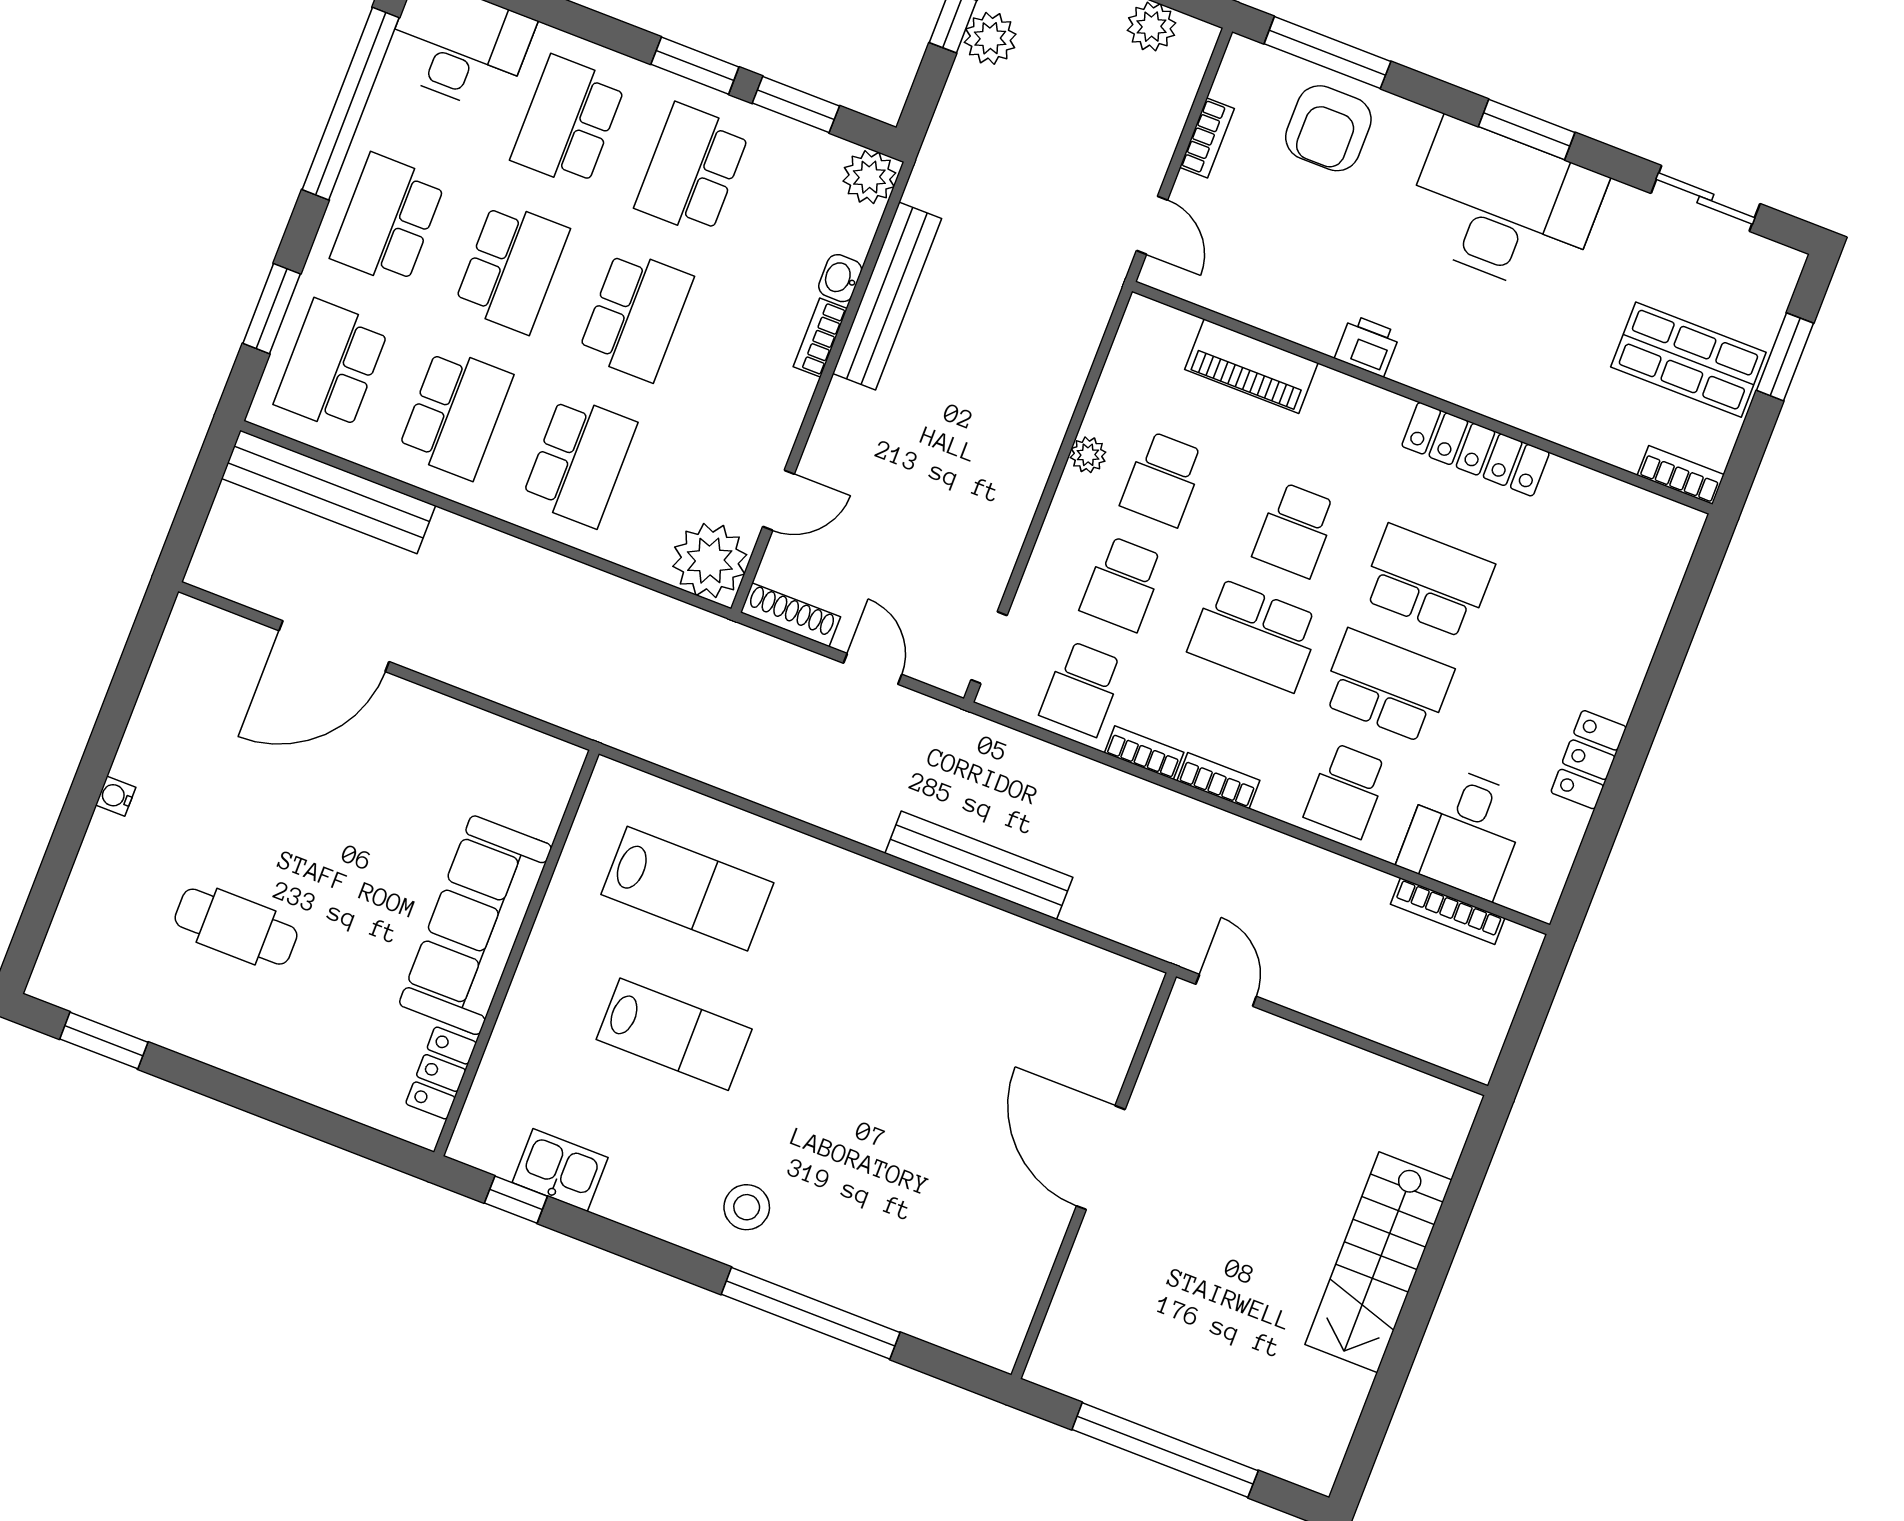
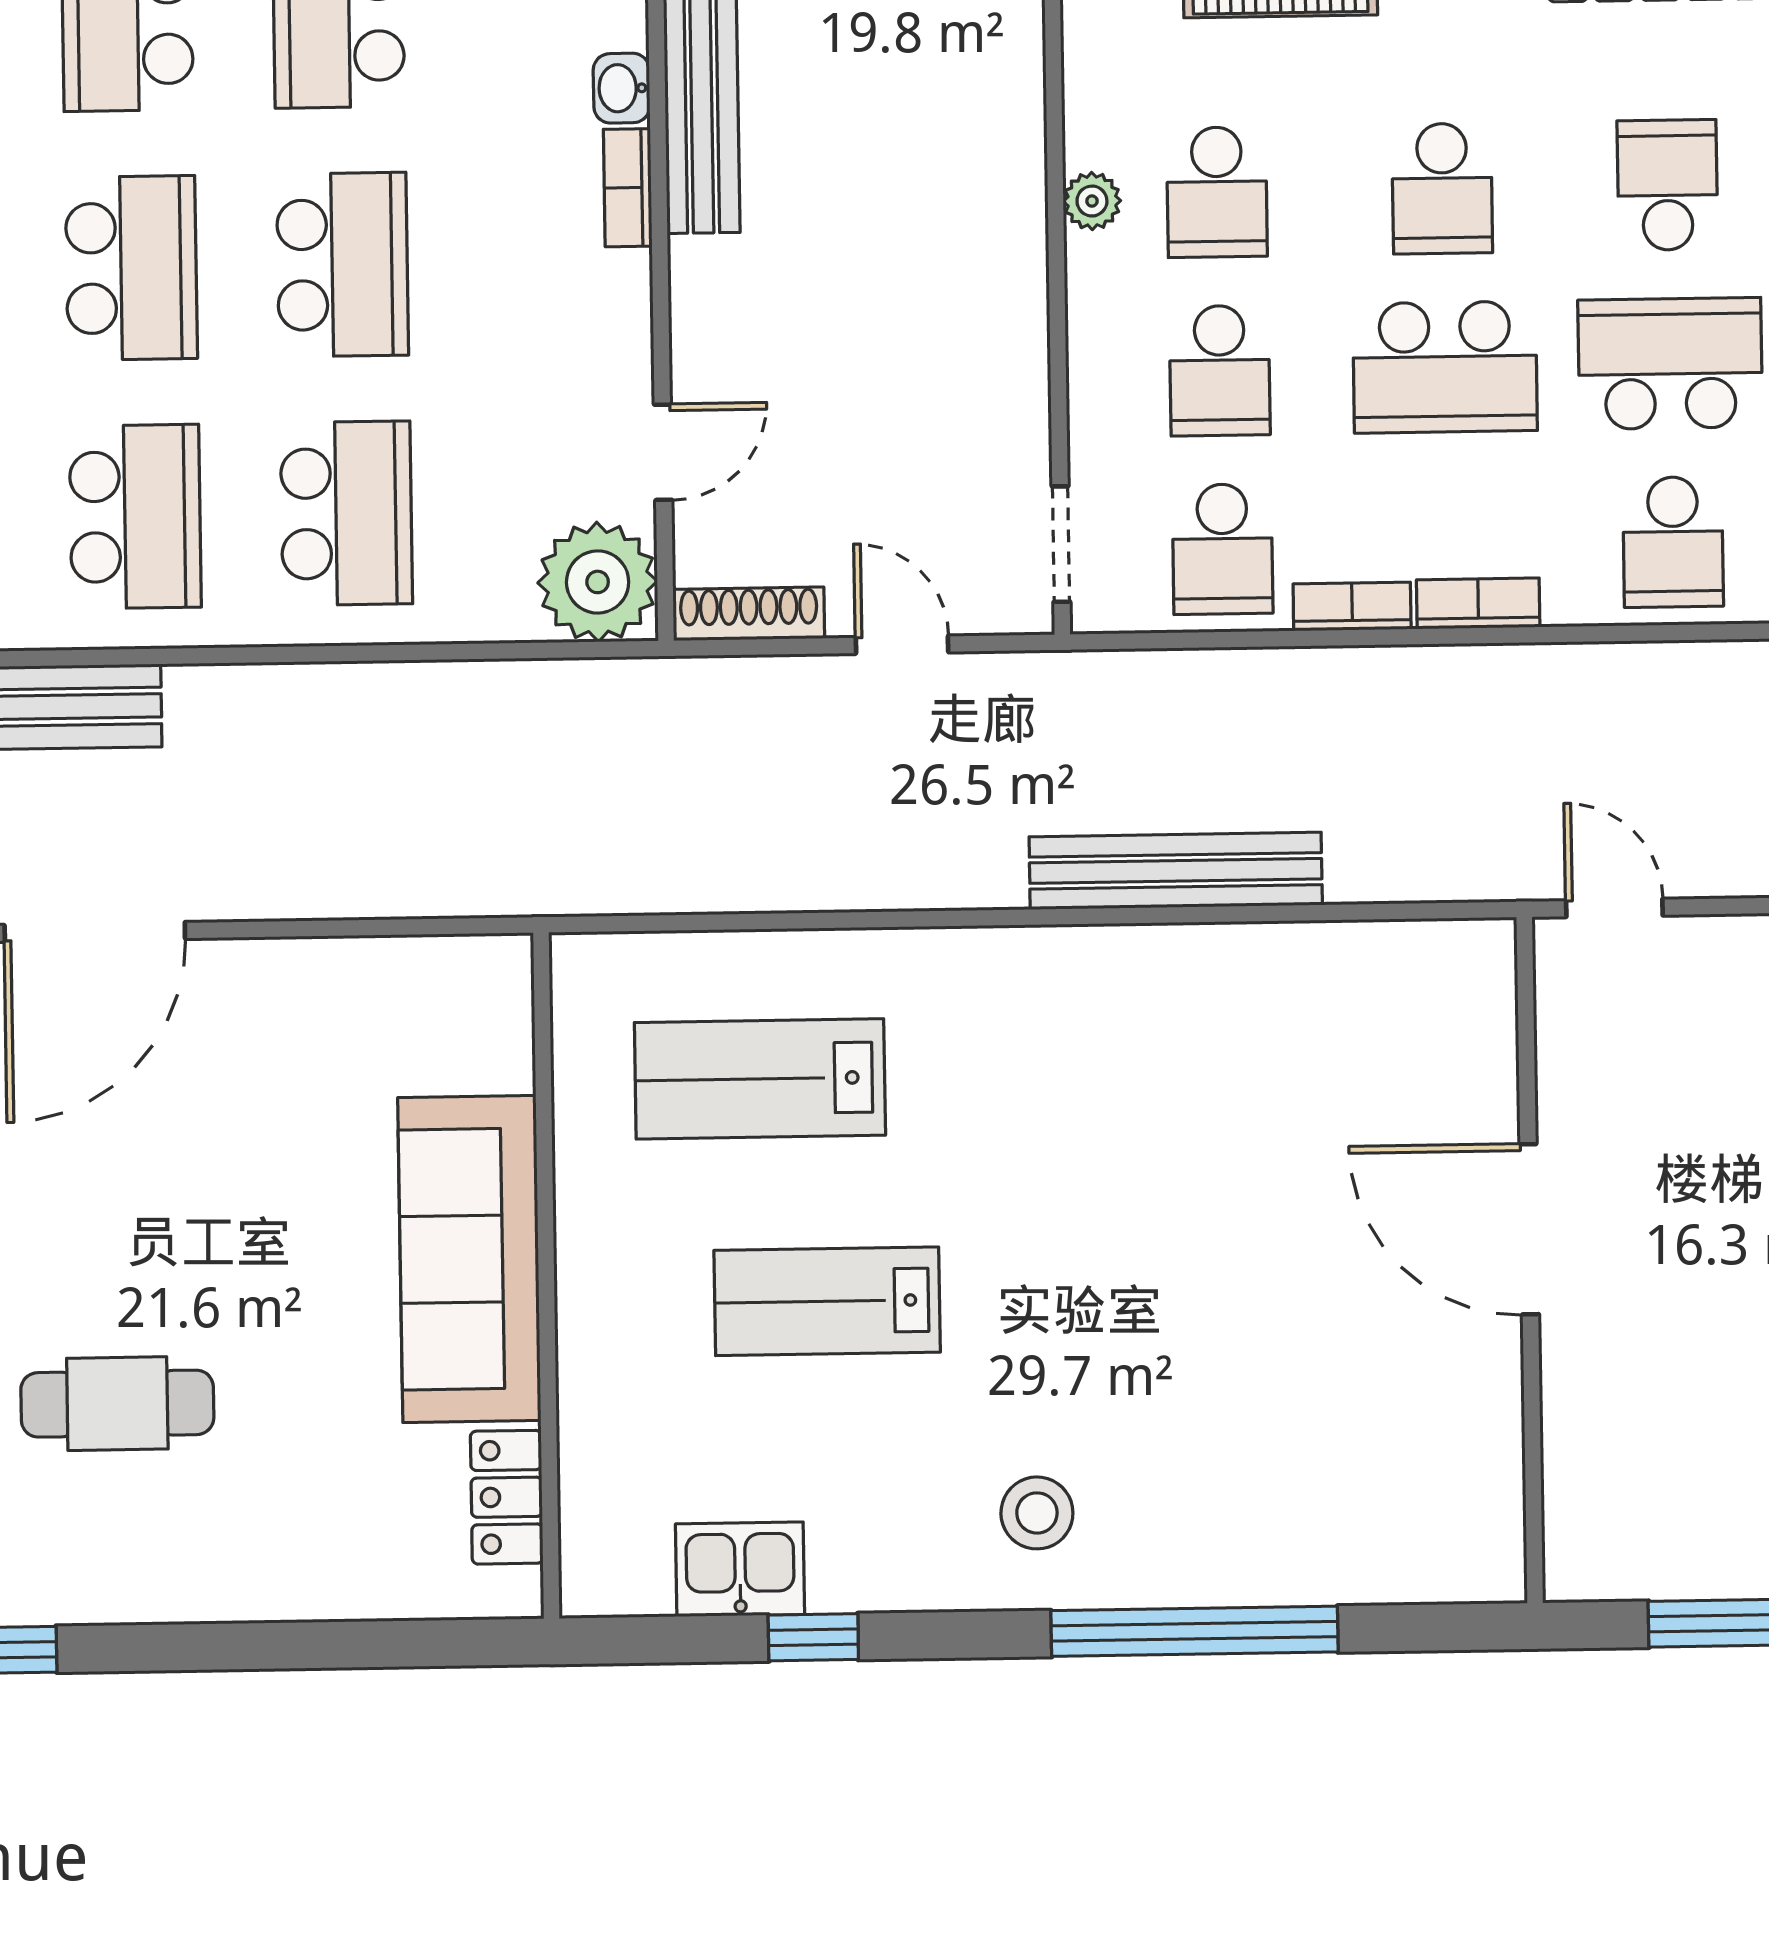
school desk: (1427, 581) -> (1667, 185), width x0.54
lab bench: (687, 889) -> (760, 1079), turned 180
lab bench: (674, 1034) -> (827, 1301), turned 180
window: (516, 1200) -> (813, 1637), moved

